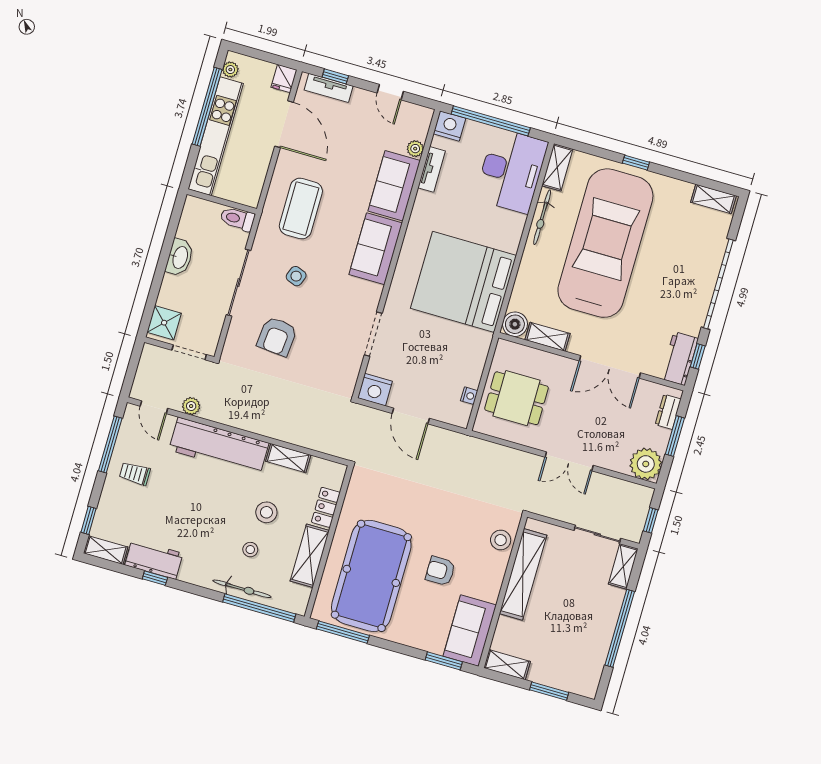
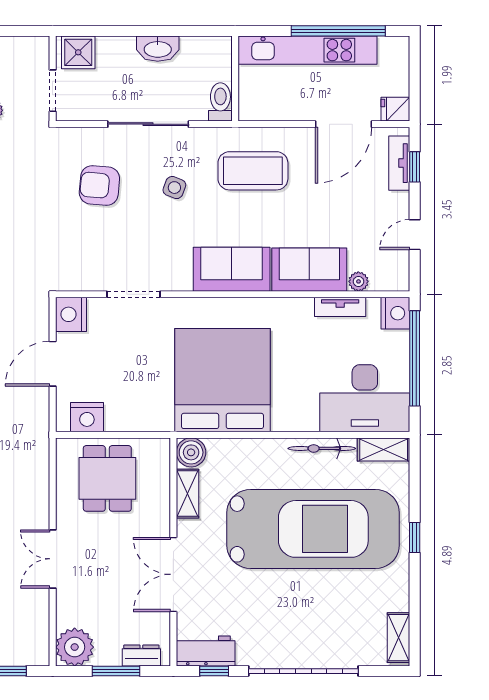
plant: (230, 70) -> (388, 45), removed
nightstand: (469, 396) -> (87, 417), width x1.89, depth x1.79

